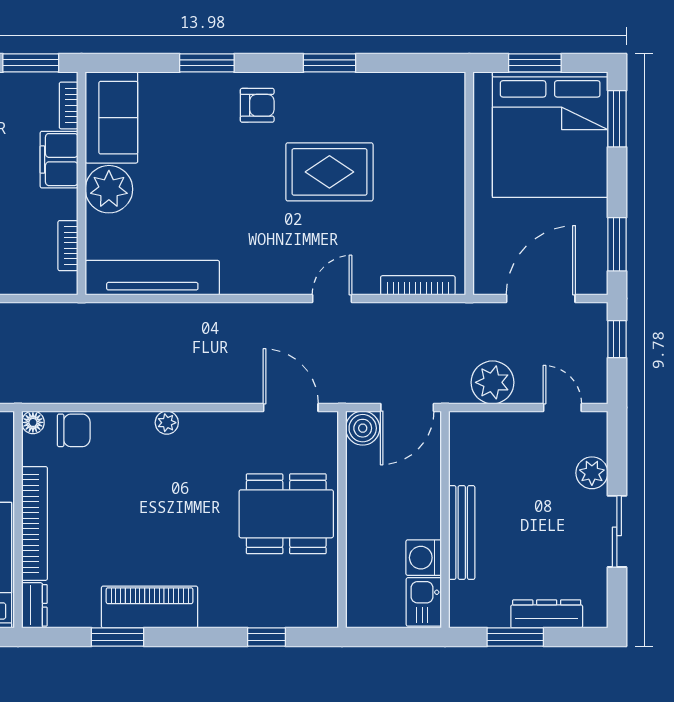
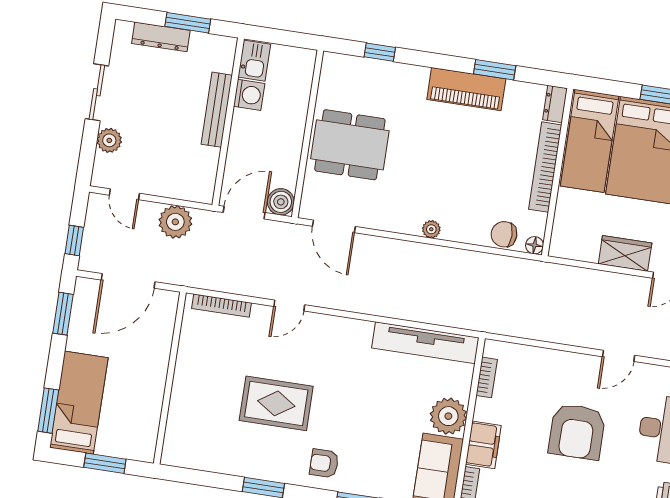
bed: (550, 135) -> (79, 403), width x0.49

